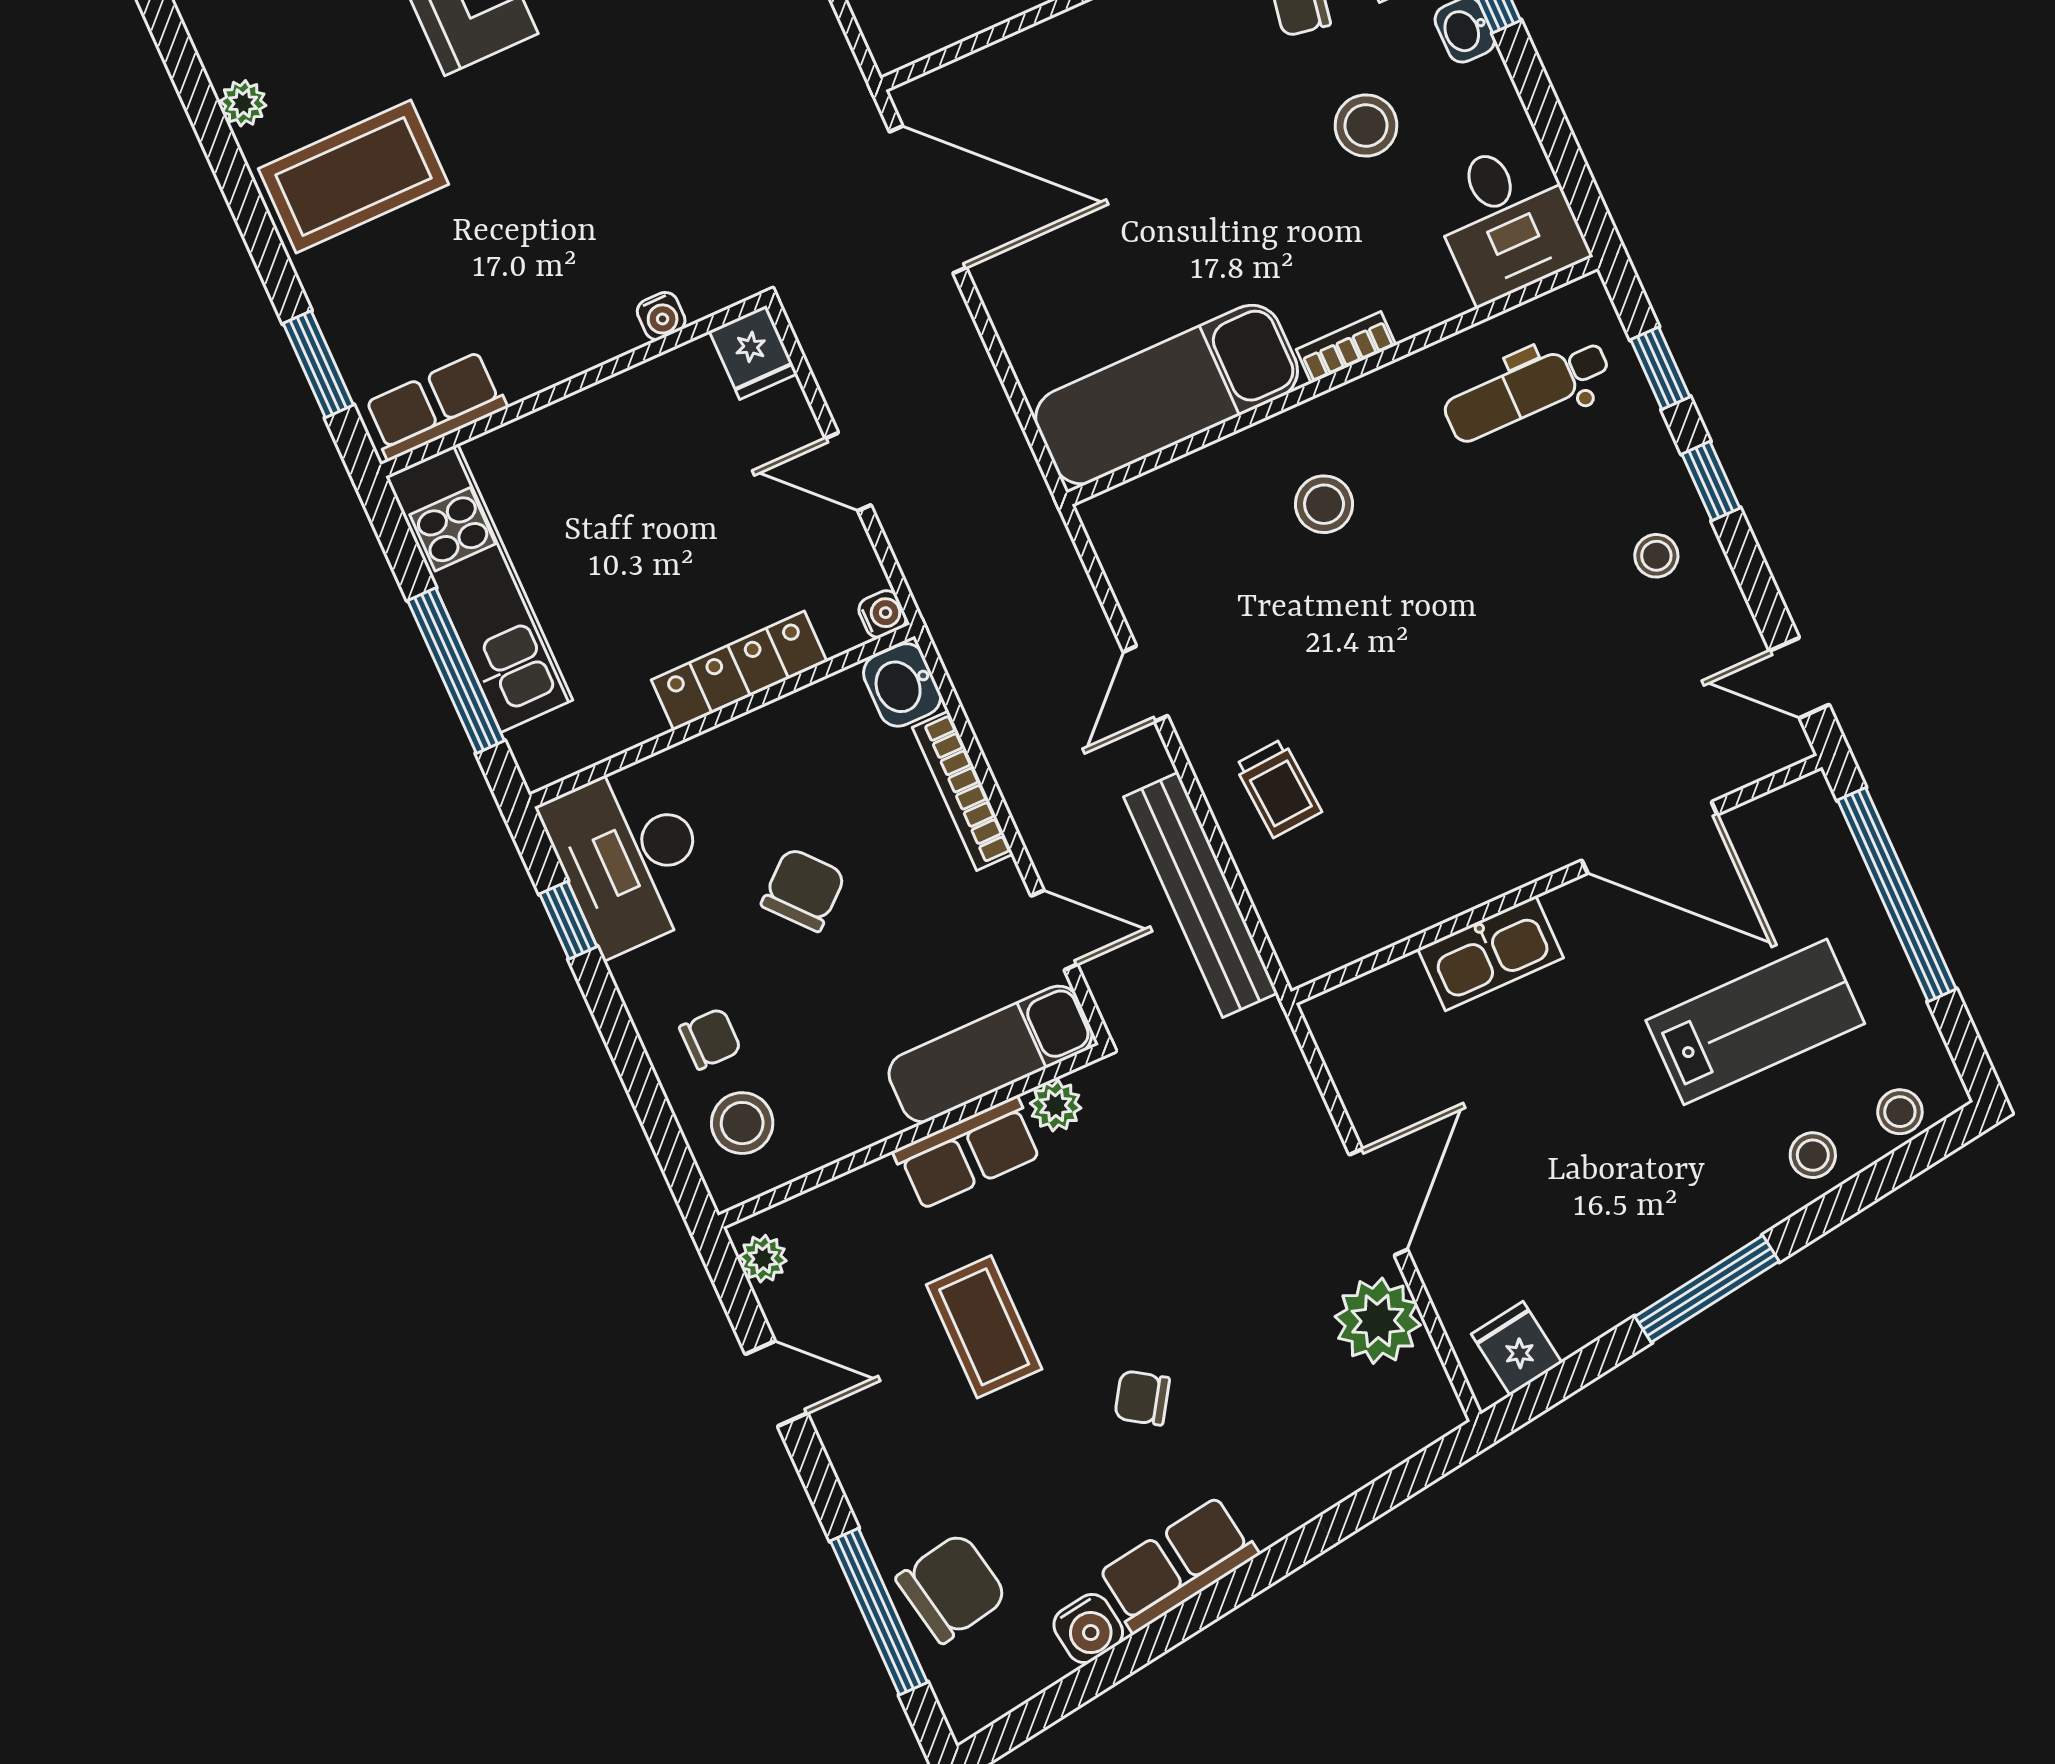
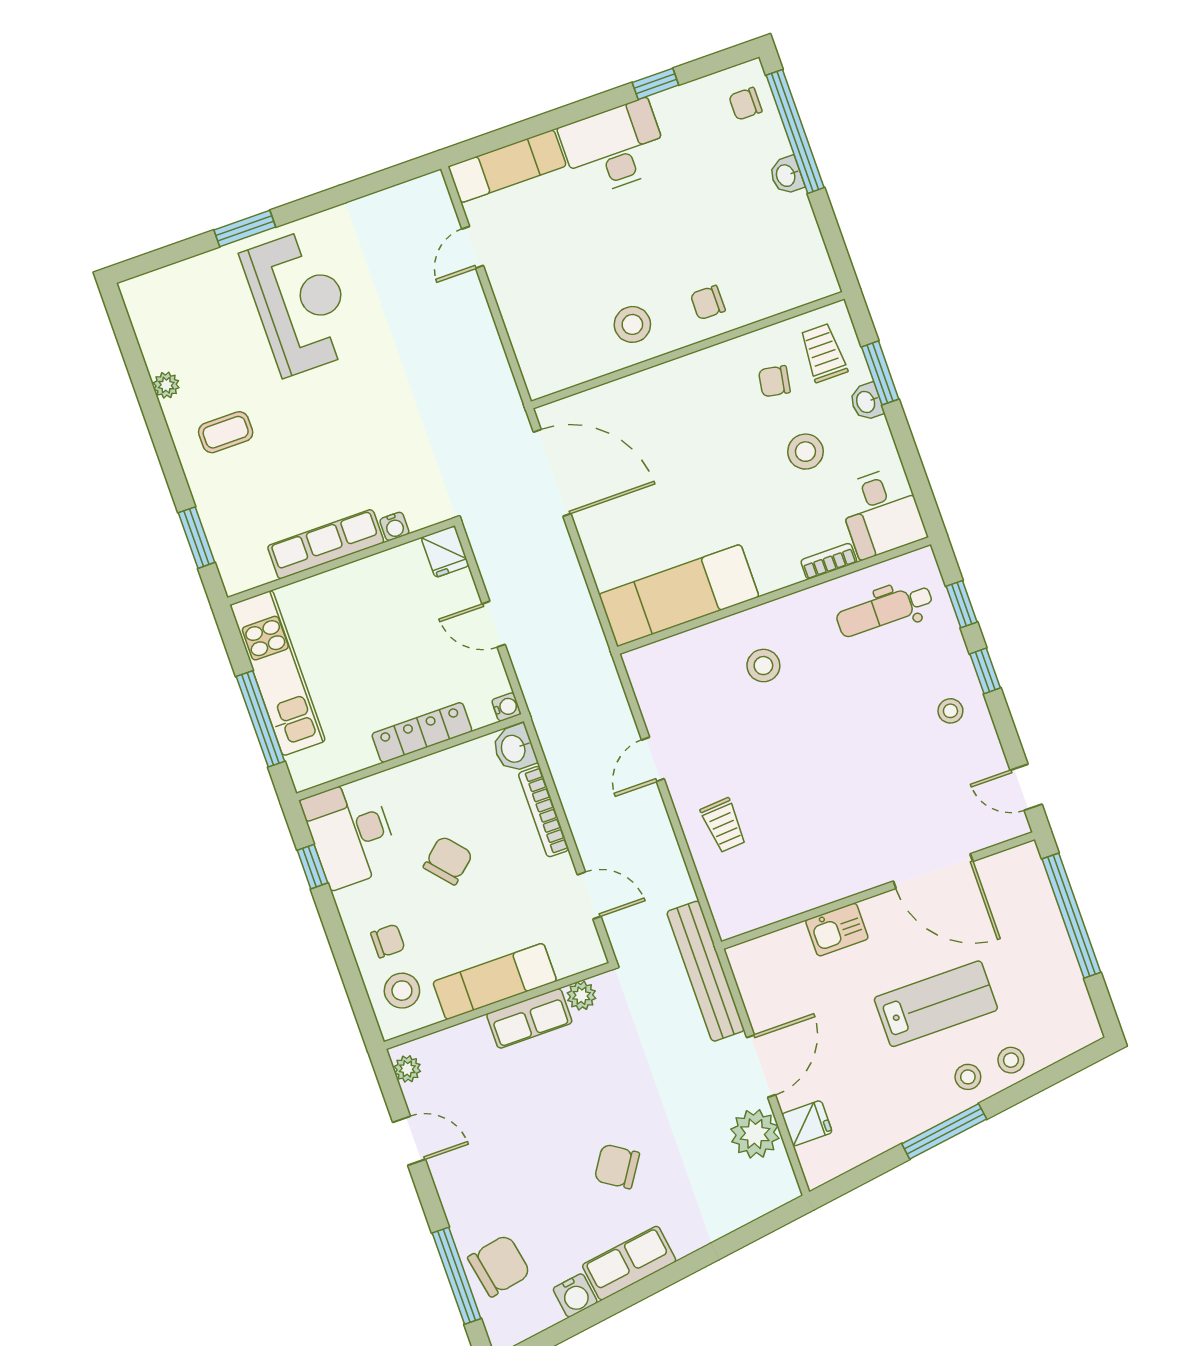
coffee table: (353, 177) -> (226, 432), width x0.54, depth x0.58
bookcase: (1346, 347) -> (829, 561), moved
row of seats: (435, 406) -> (326, 544), moved, width x1.48
bench: (1201, 895) -> (706, 971), moved
kitchen sink: (1491, 953) -> (837, 930), width x0.73
lab bench: (1755, 1022) -> (936, 1004), moved
exam couch: (991, 1054) -> (495, 981), moved
stool: (1900, 1112) -> (968, 1077), moved
coffee table: (984, 1327) -> (530, 1118), removed
fridge: (1517, 1348) -> (807, 1123), moved, turned 98
chair: (1142, 1398) -> (617, 1166), width x1.37, depth x1.37

